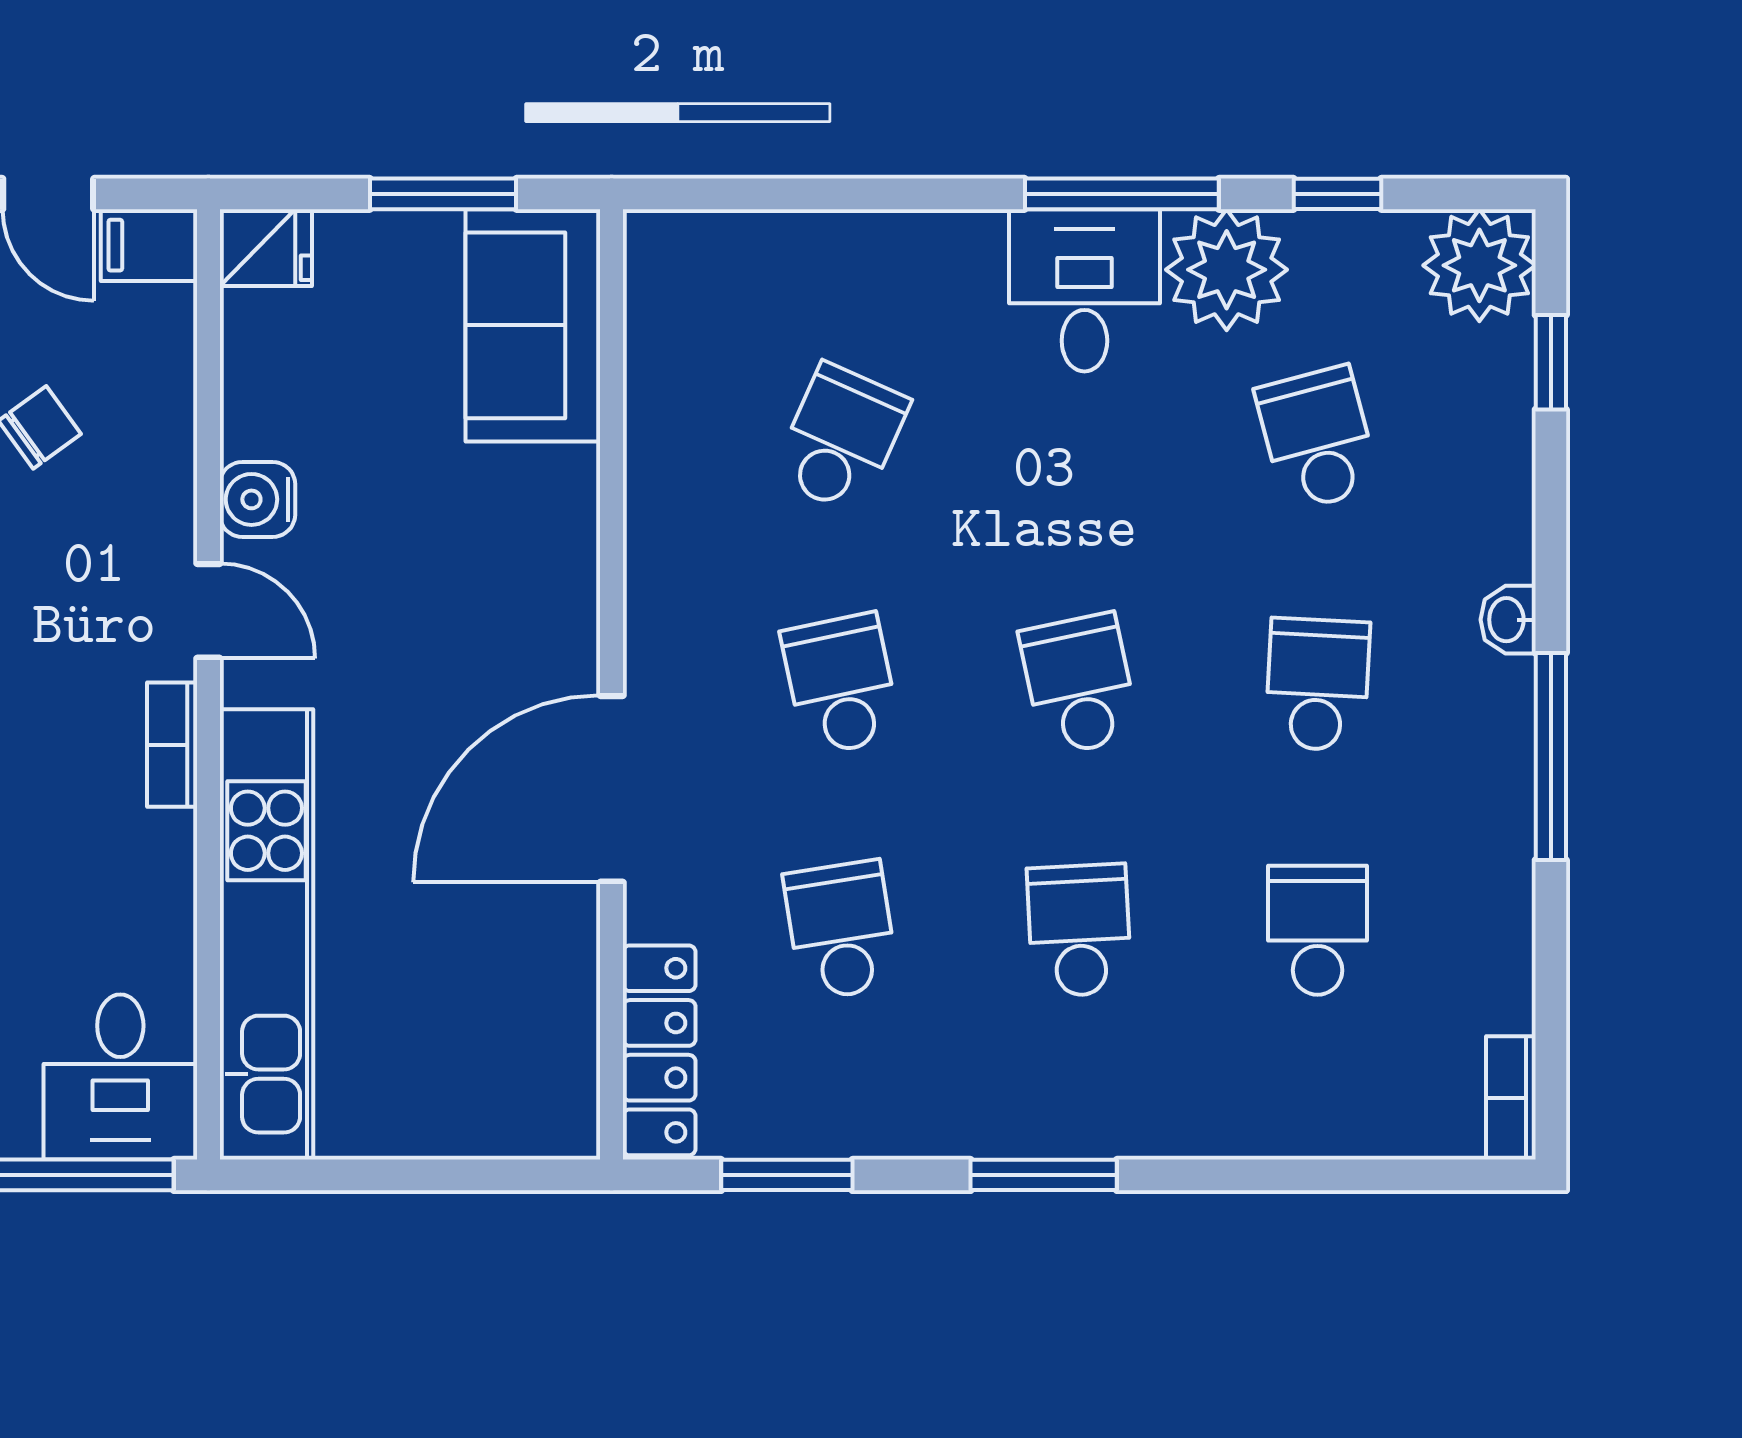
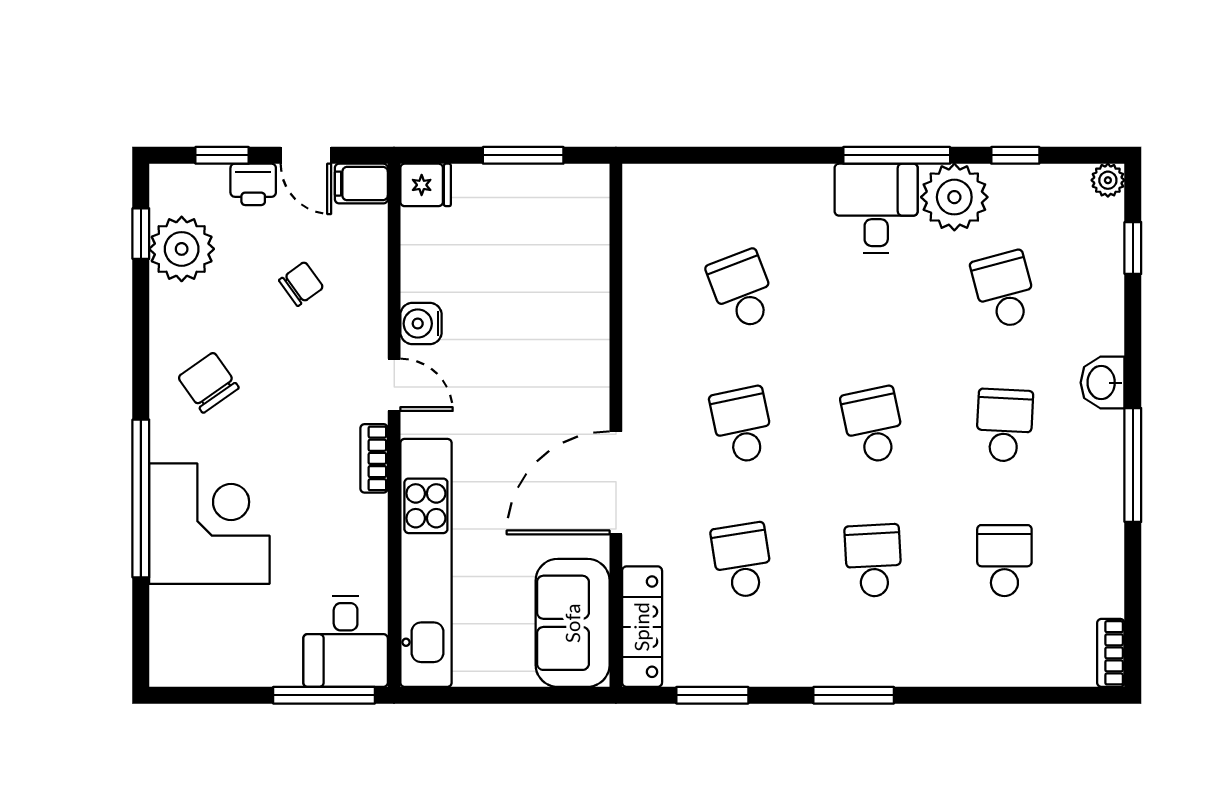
plant: (1479, 265) -> (1108, 180), width x0.53, depth x0.53
sofa: (533, 325) -> (573, 623), moved
school desk: (841, 439) -> (742, 290), turned -45
washbasin: (1508, 620) -> (1102, 383), width x1.38, depth x1.45

